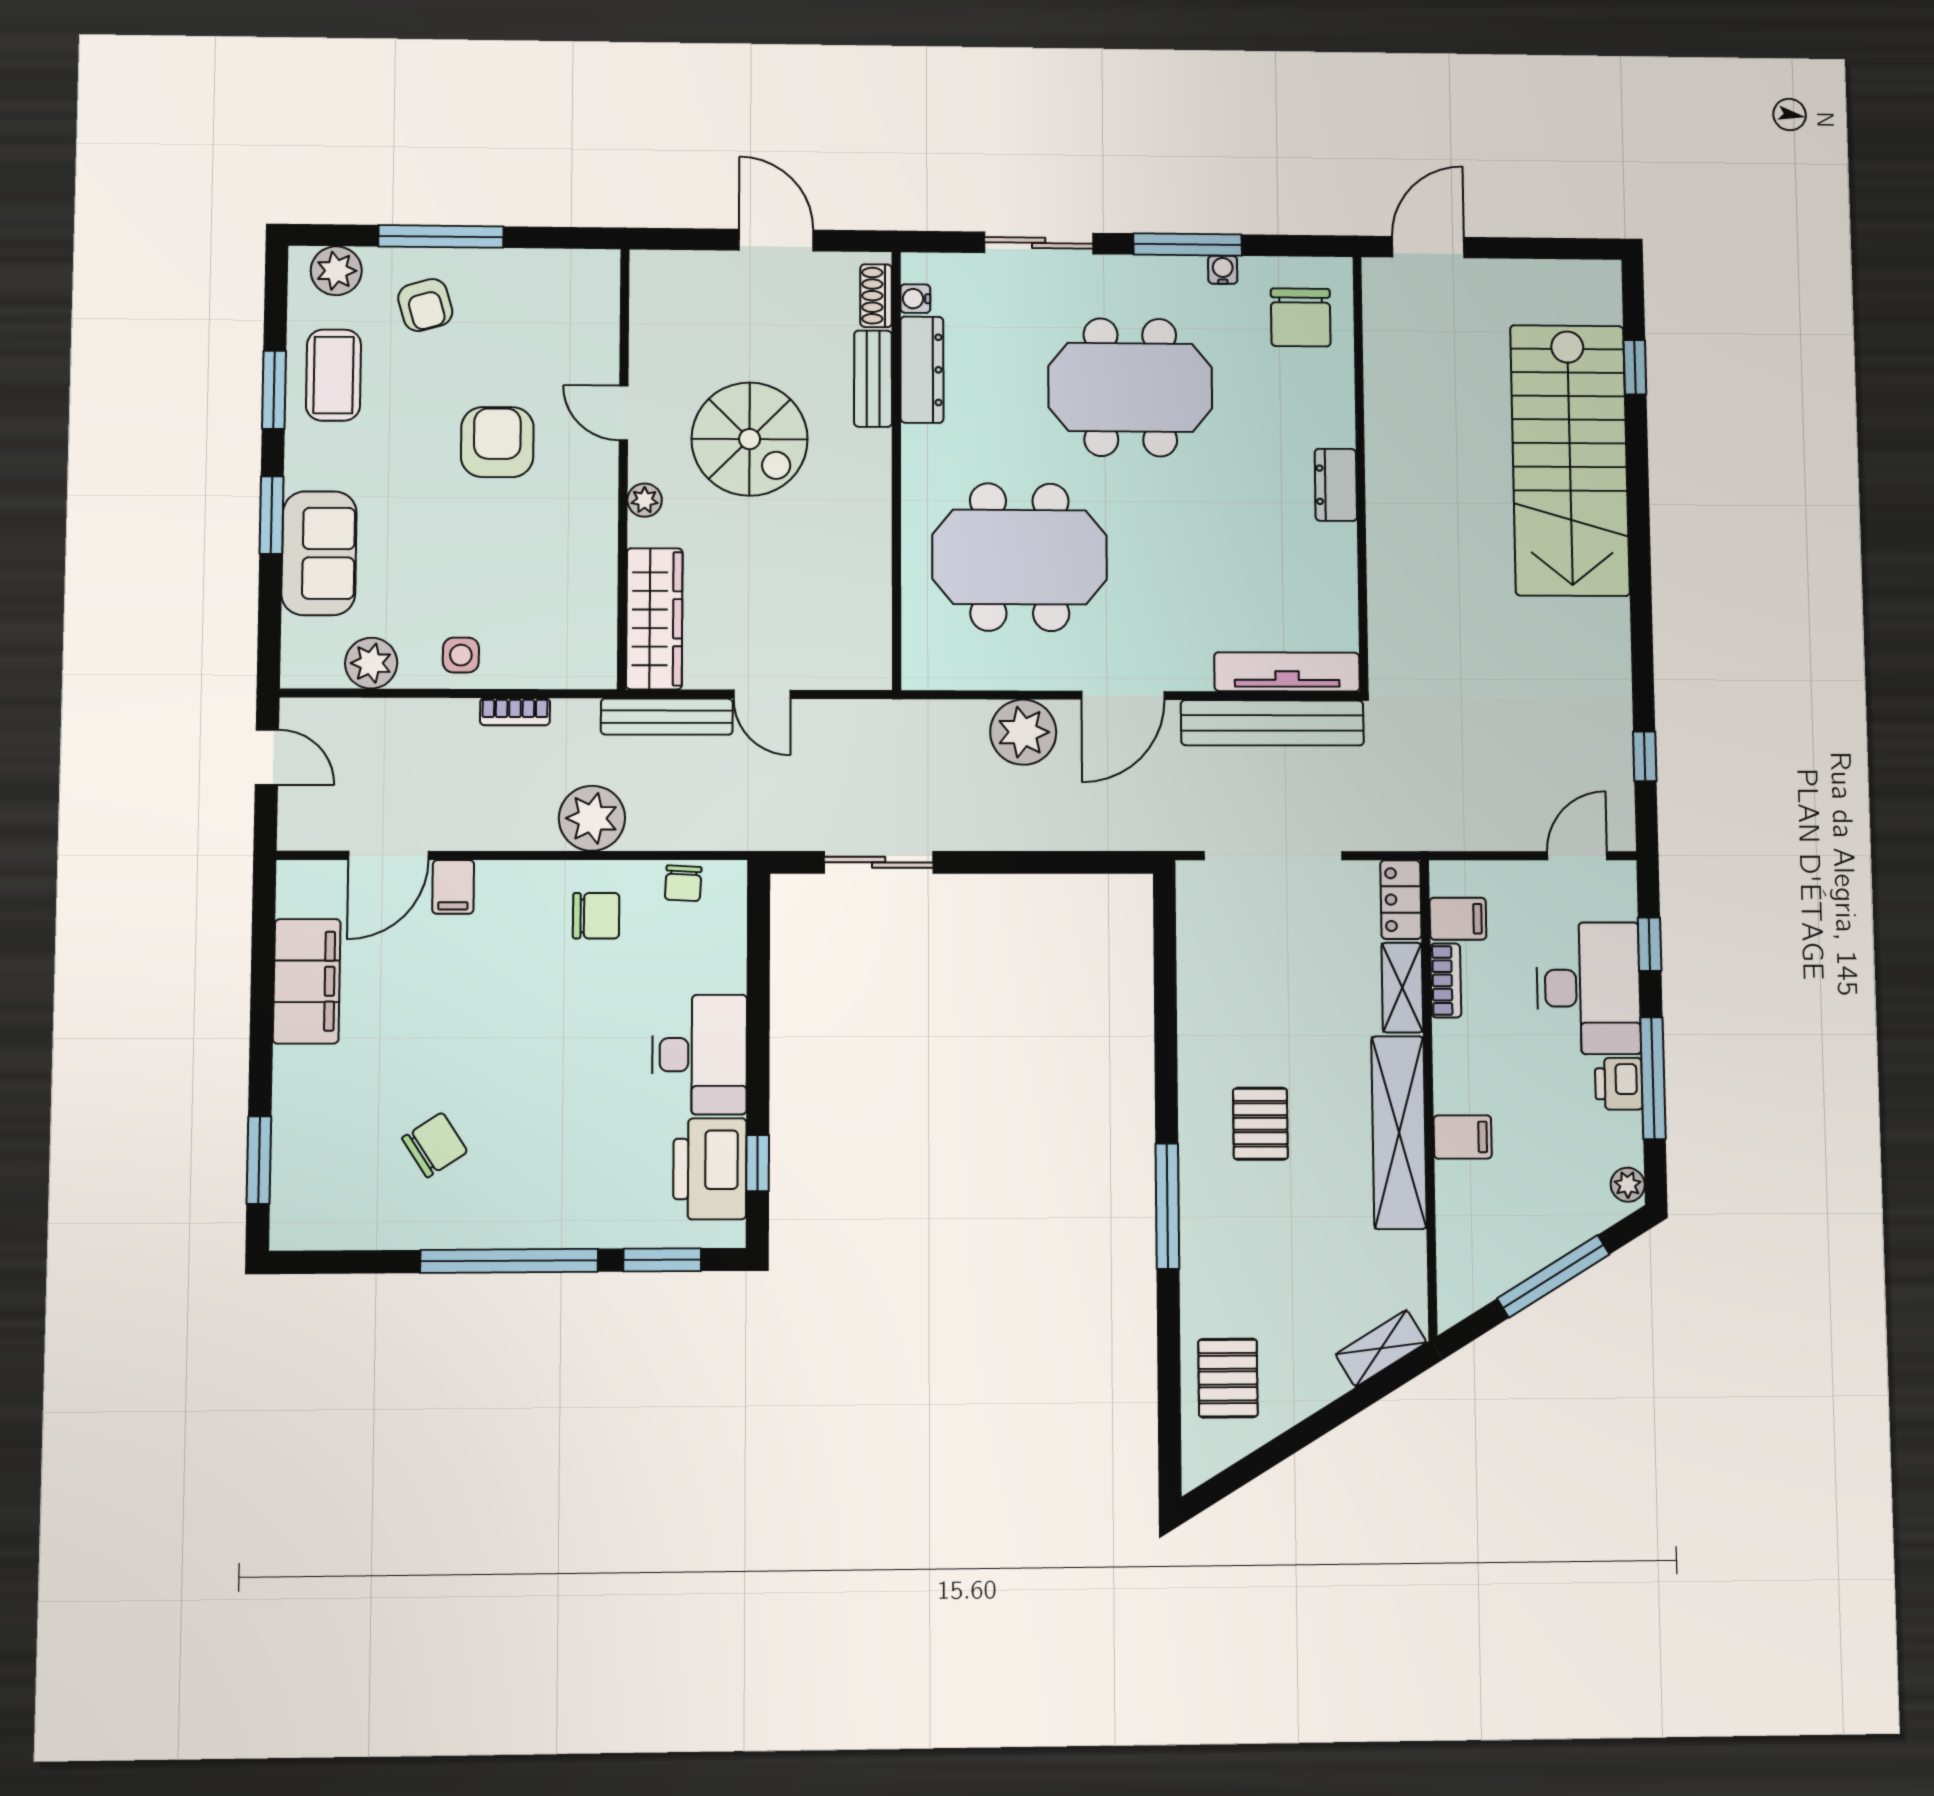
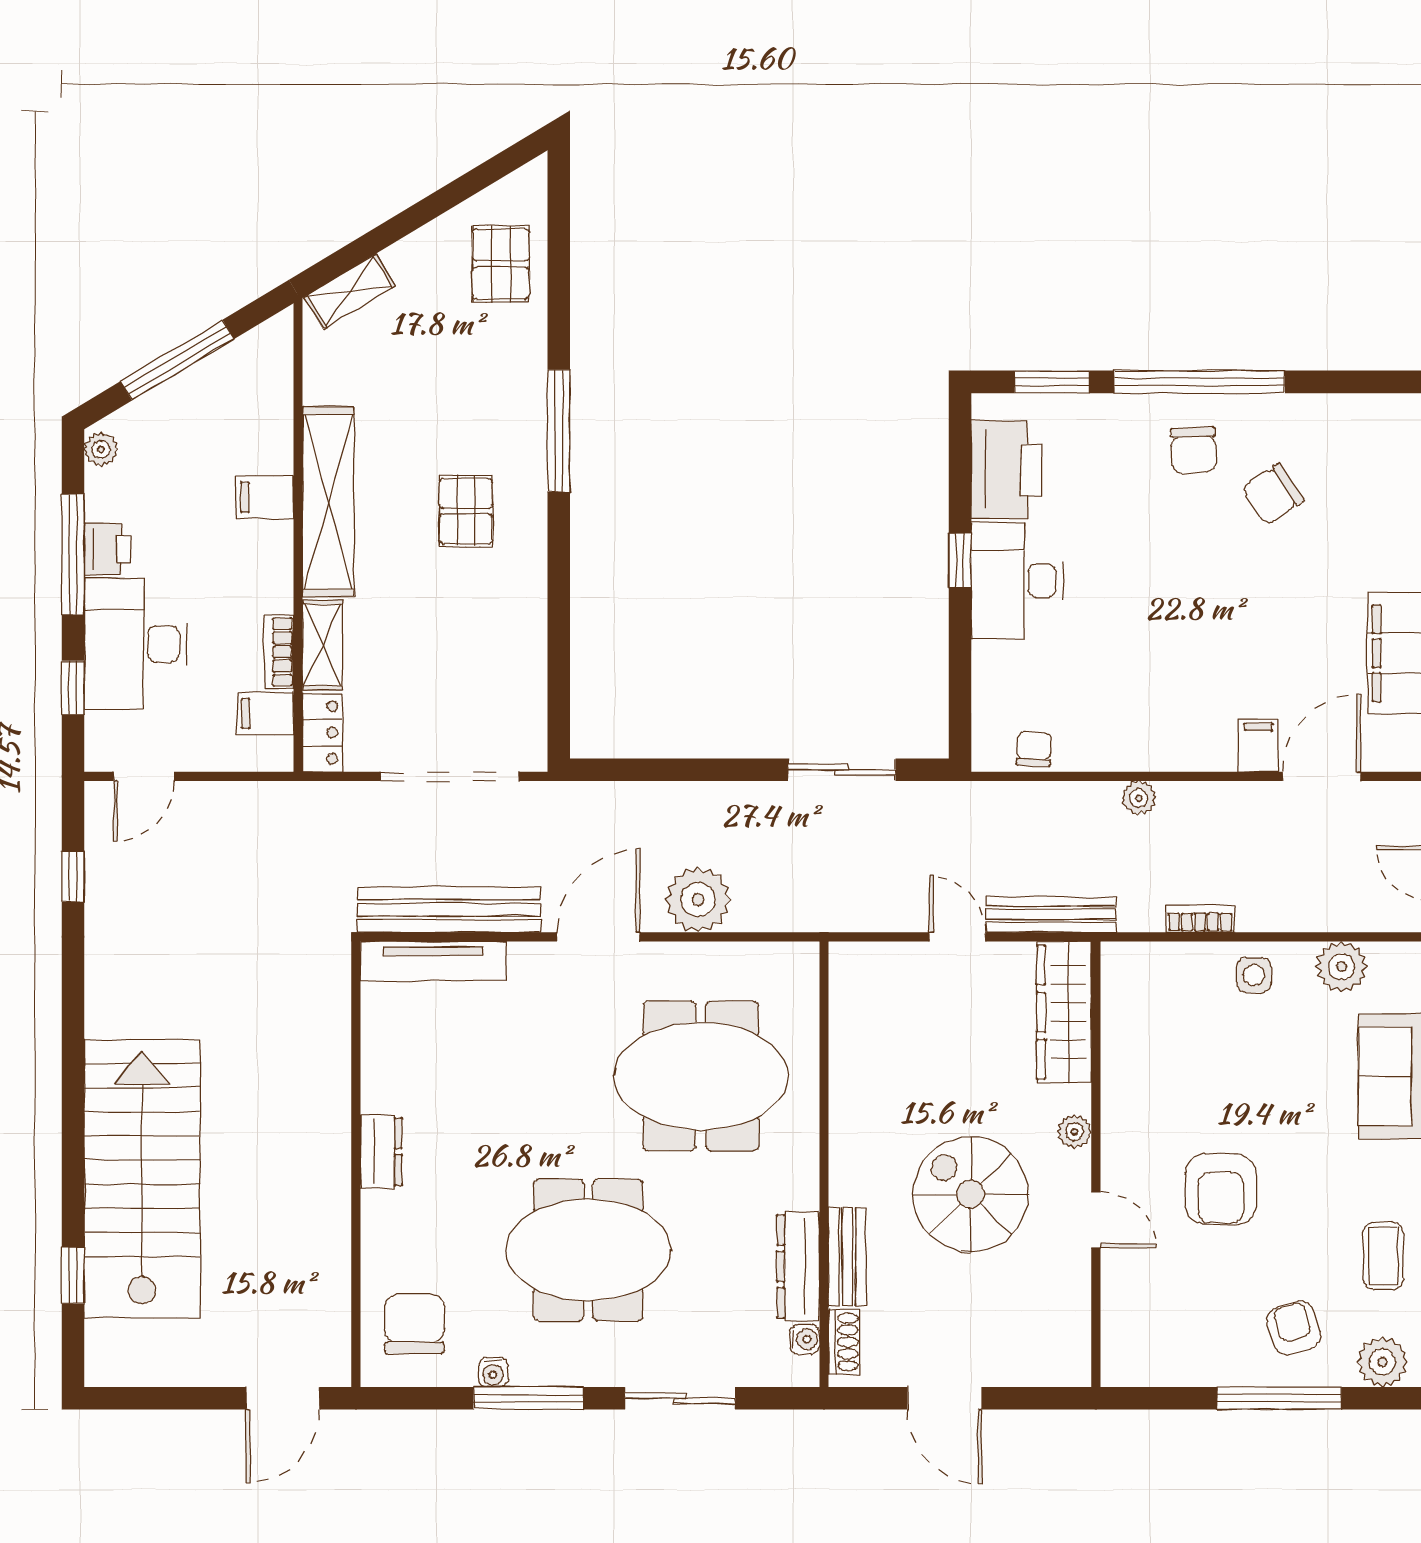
coffee table: (334, 375) -> (1383, 1256), width x0.73, depth x0.77
plant: (592, 818) -> (1139, 798), width x0.53, depth x0.53
chair: (596, 916) -> (1193, 450), moved, turned -92
window: (758, 1163) -> (960, 560), moved

